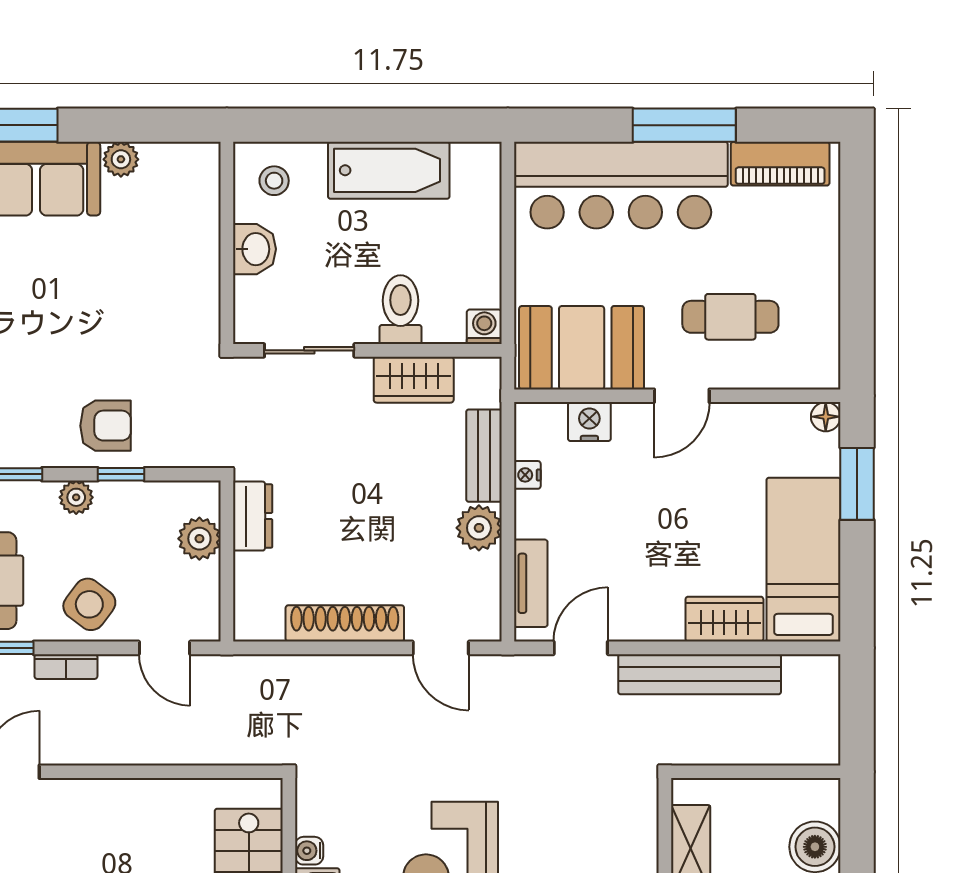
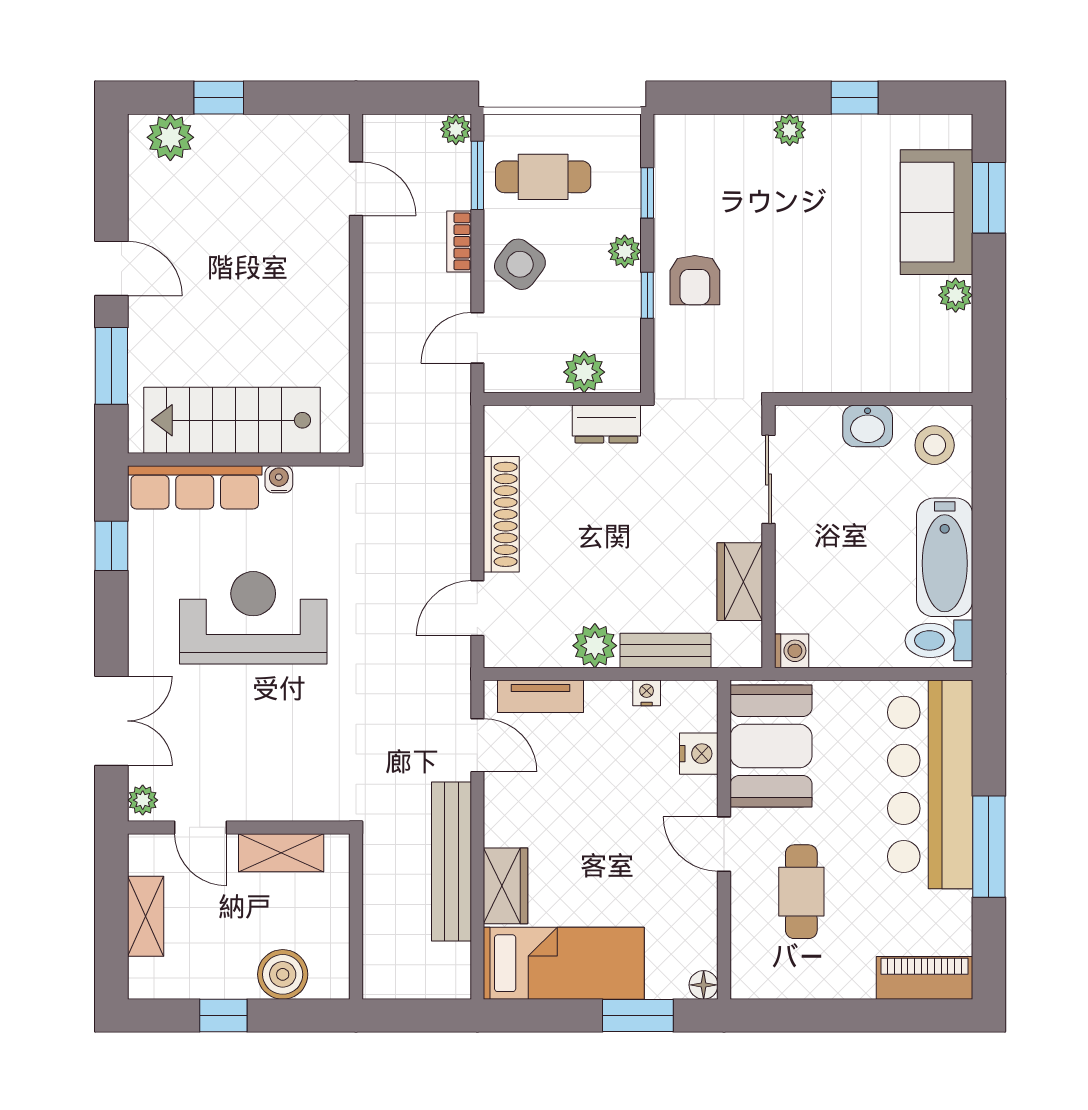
piano: (780, 164) -> (925, 978), moved, turned 90
stool: (274, 181) -> (935, 445), width x1.37, depth x1.37
toilet: (400, 310) -> (939, 640), moved, turned 180

